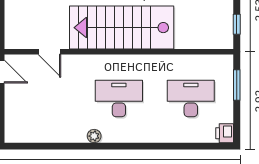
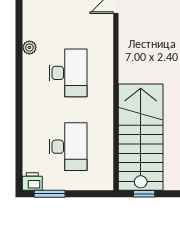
stairs: (122, 28) -> (141, 137), moved
window: (237, 85) -> (50, 194), moved

